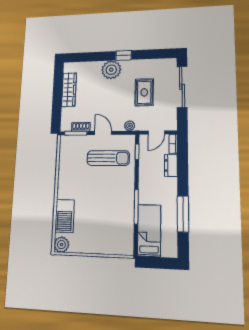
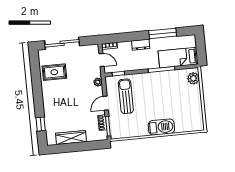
window: (124, 55) -> (41, 124), moved
plant: (111, 70) -> (51, 103), removed
rug: (144, 92) -> (54, 72), moved
dresser: (171, 166) -> (141, 45), moved
barbecue: (65, 216) -> (161, 127), moved
plant: (61, 245) -> (193, 78), moved

